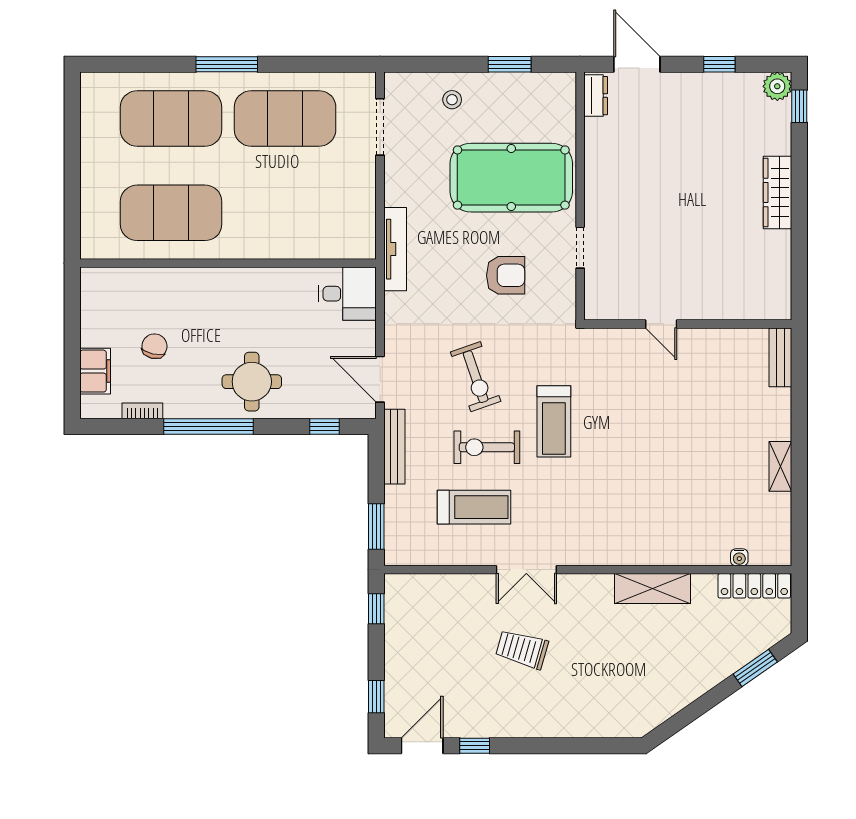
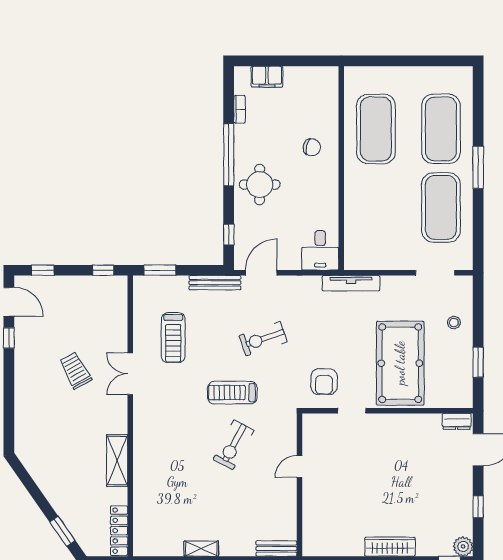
armchair: (506, 275) -> (324, 382), moved
chair: (154, 346) -> (312, 147), moved
exercise bike: (487, 447) -> (233, 445), moved, turned -152
water cooler: (739, 557) -> (139, 520), removed
trolley: (522, 649) -> (75, 371), turned -45

